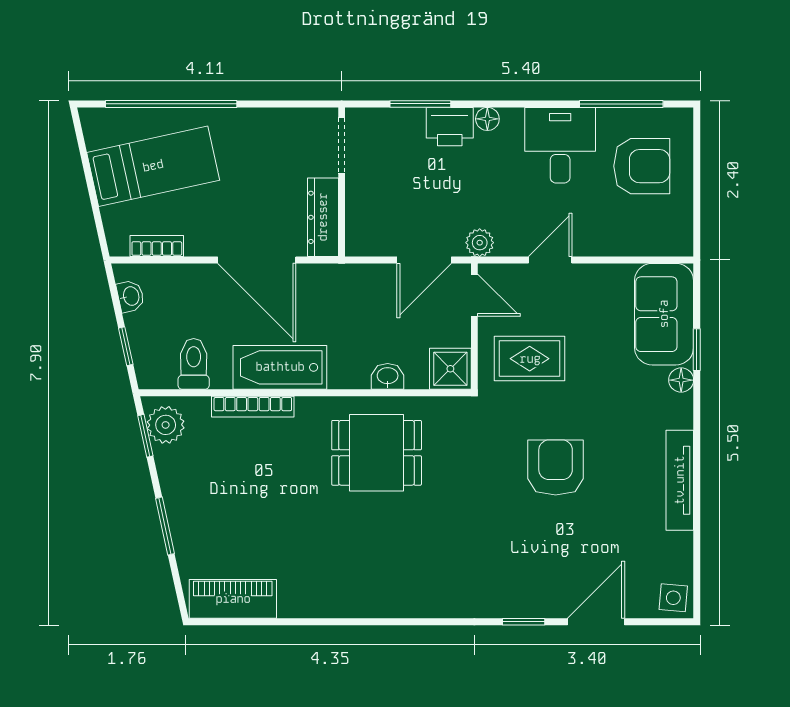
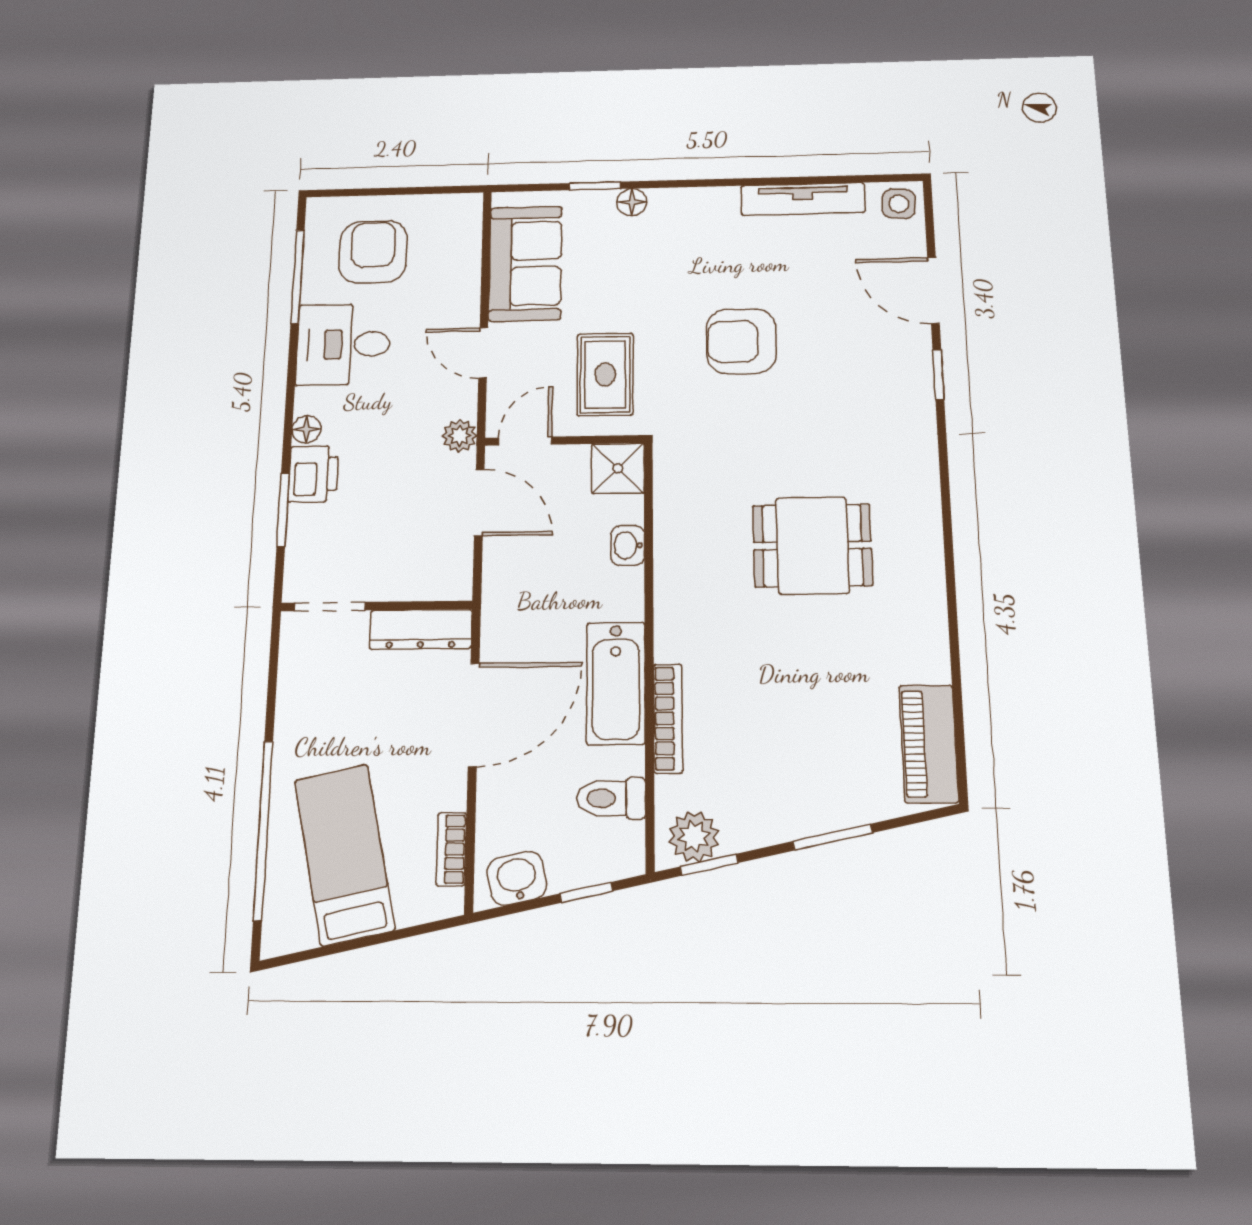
washbasin: (130, 296) -> (517, 878), width x1.38, depth x1.45
sofa: (664, 314) -> (525, 264), moved, turned -90
dining table: (377, 453) -> (812, 545), moved, turned 90
tv unit: (680, 480) -> (803, 199), moved

